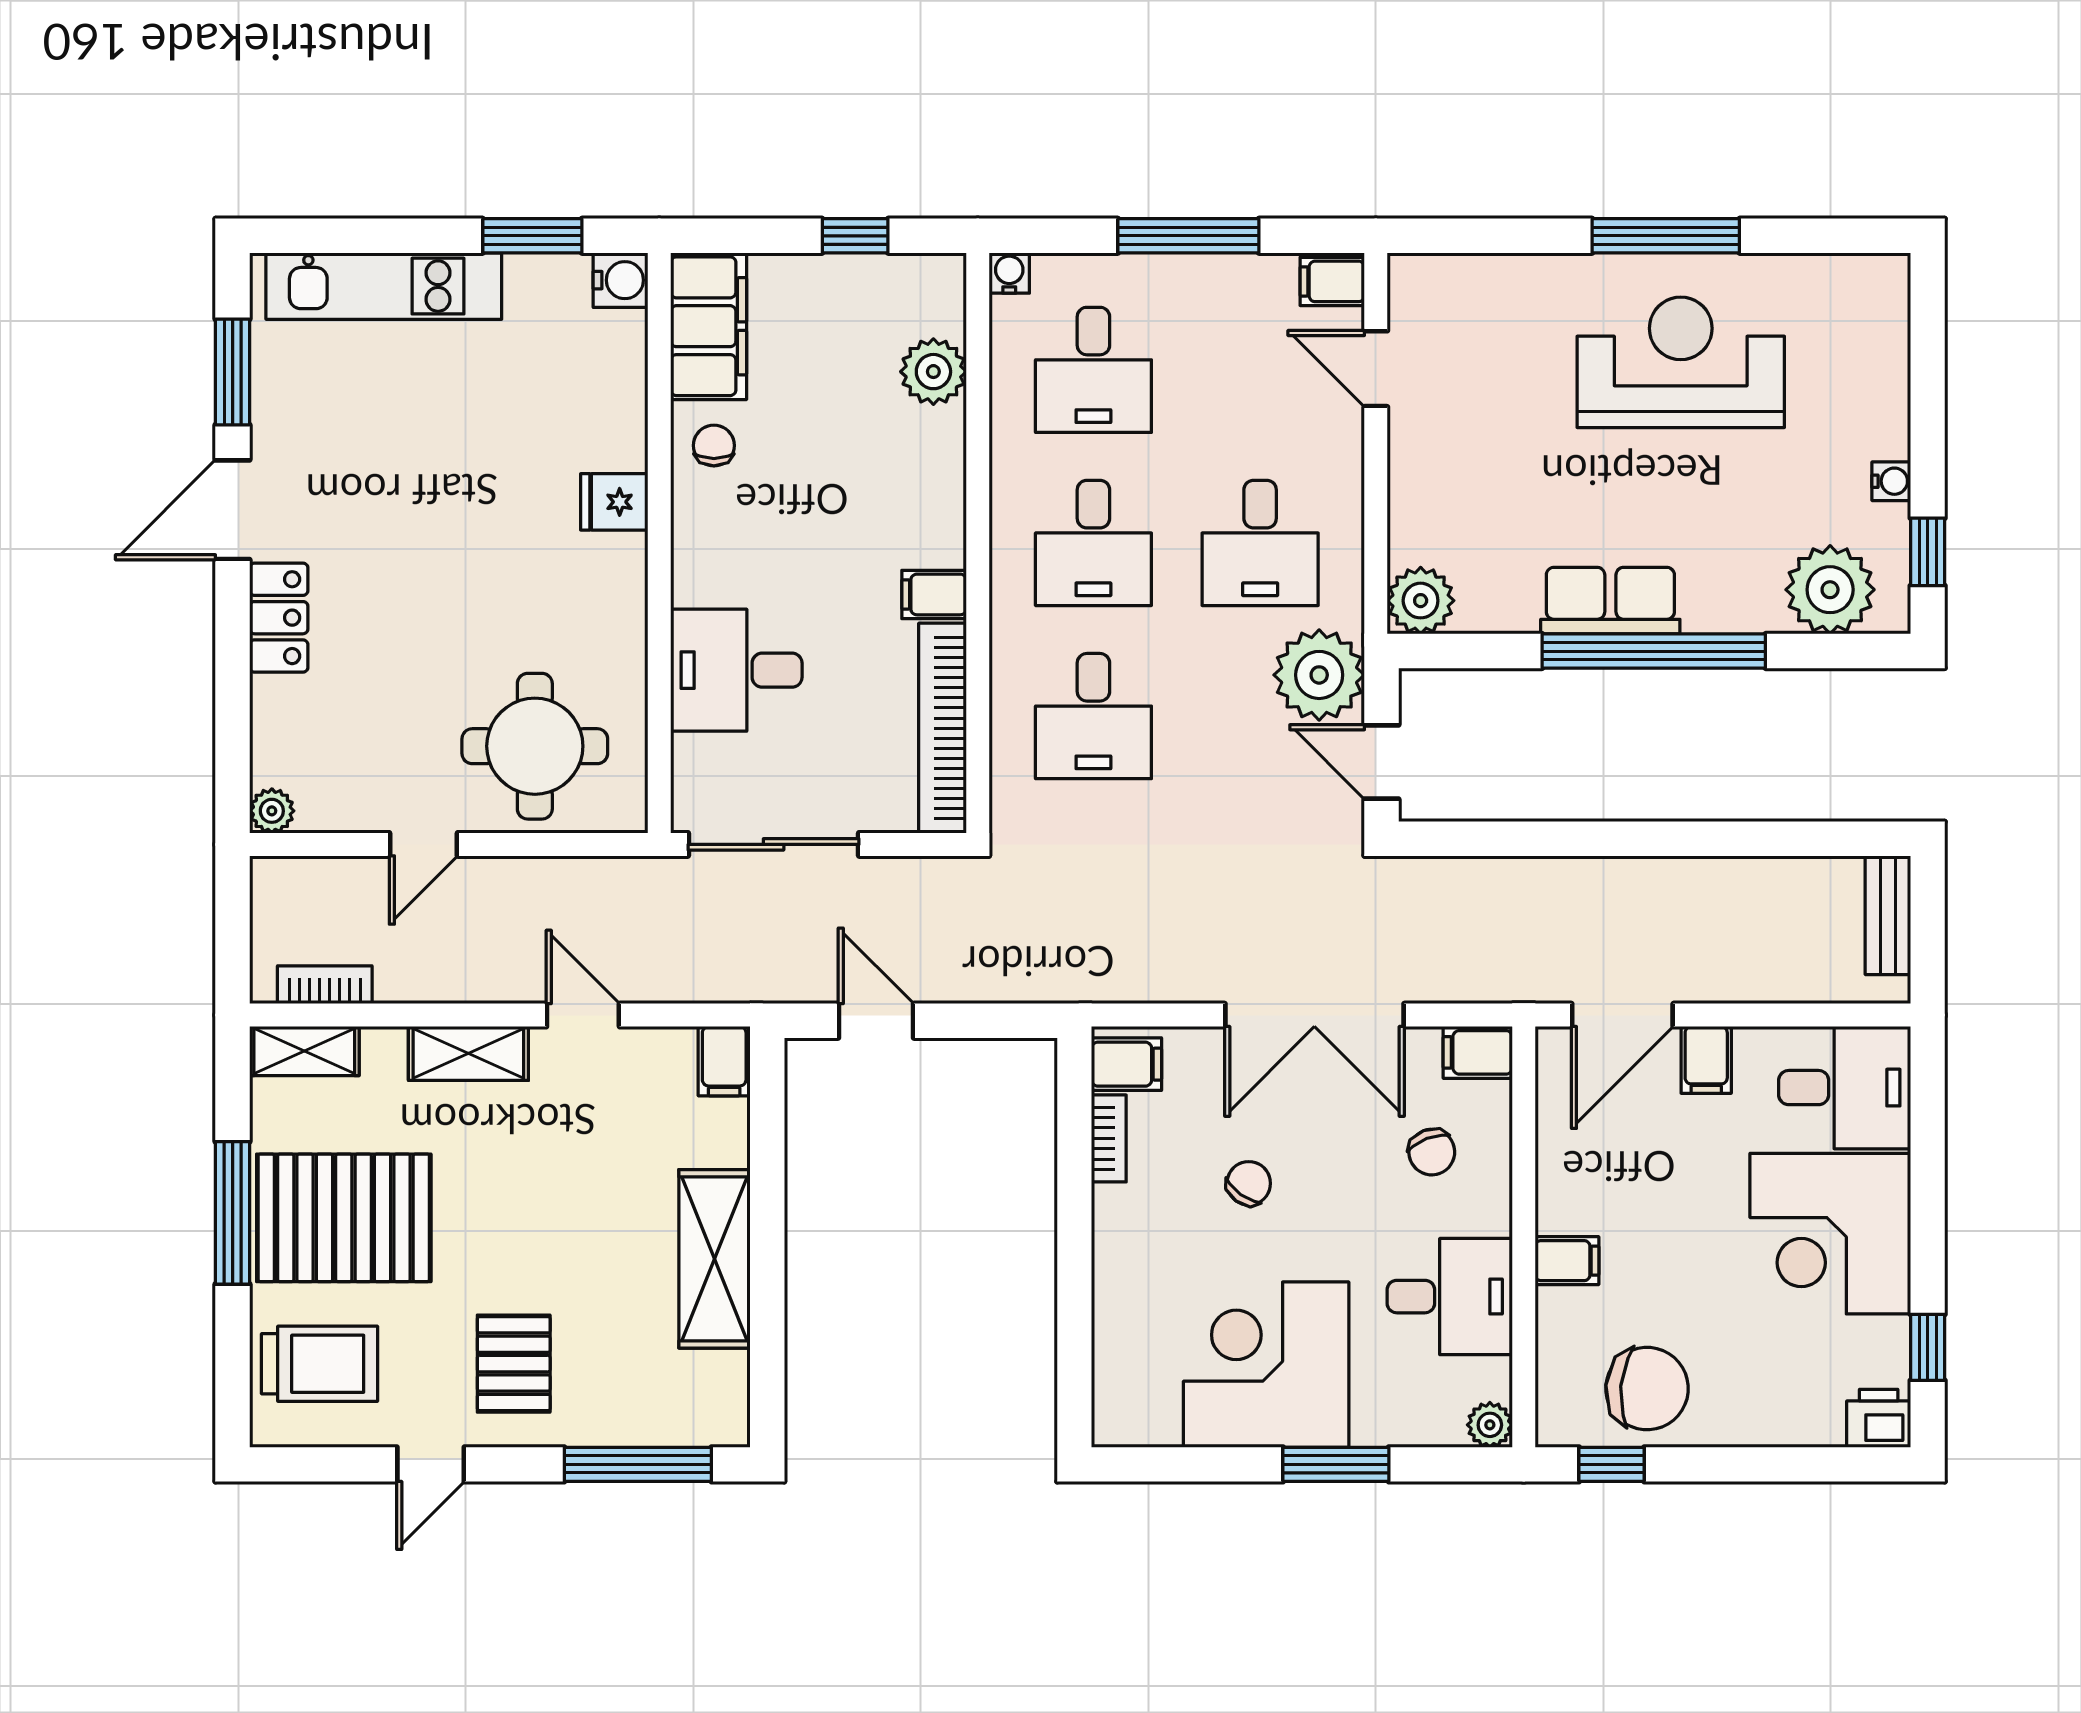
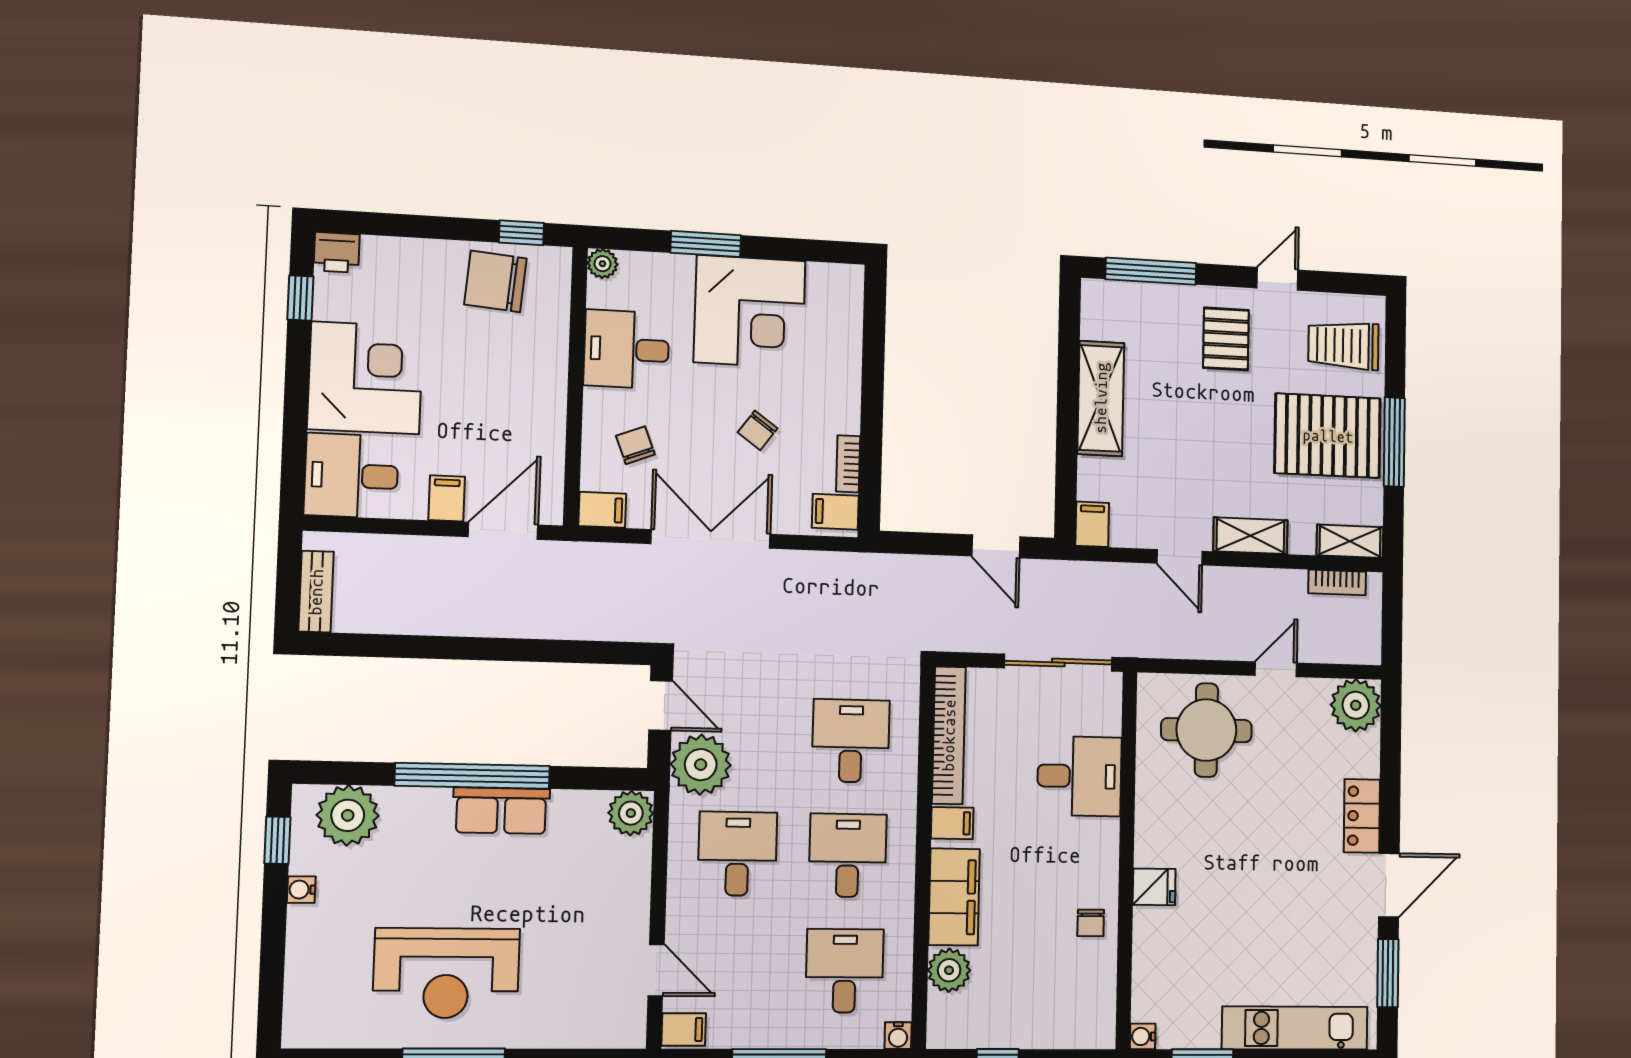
water cooler: (621, 280) -> (1143, 1036), width x0.72, depth x0.72
filing cabinet: (709, 326) -> (954, 897), moved, turned 180
plant: (272, 811) -> (1356, 705), width x1.88, depth x1.88
filing cabinet: (1567, 1261) -> (547, 369), removed

